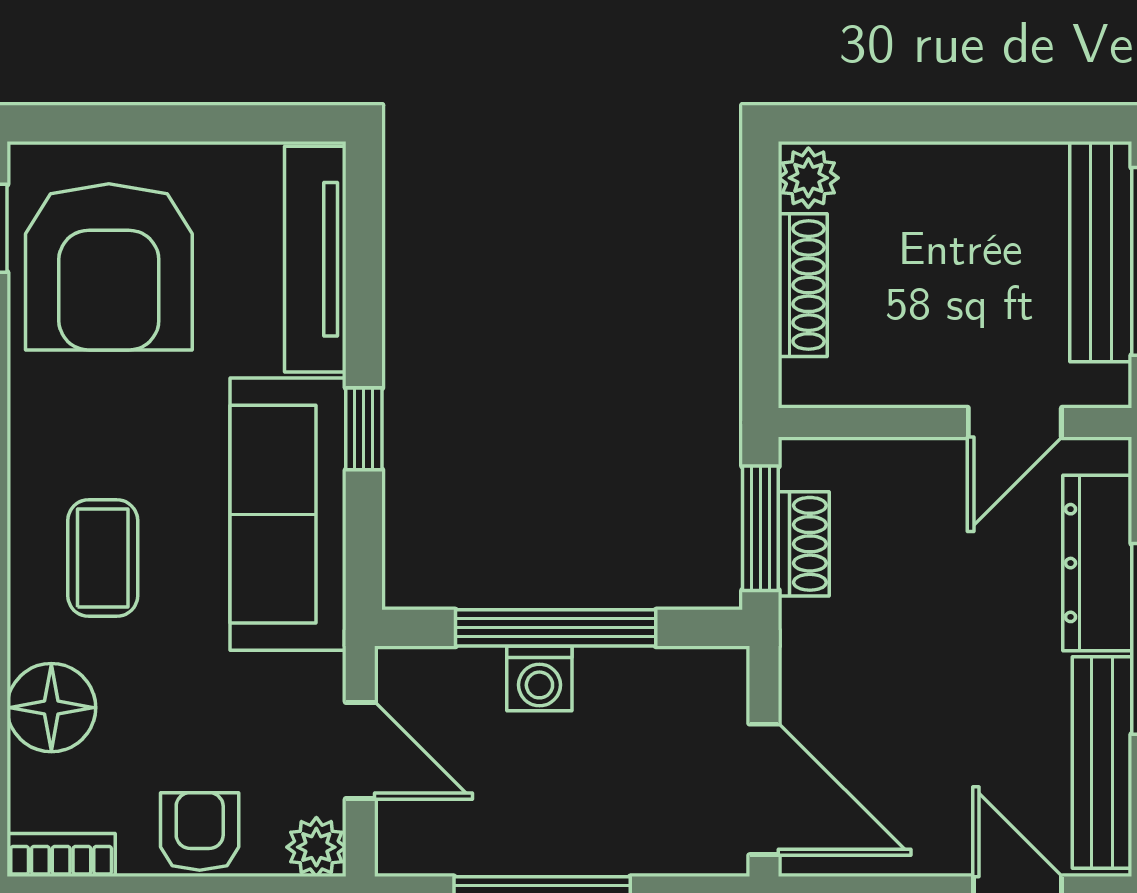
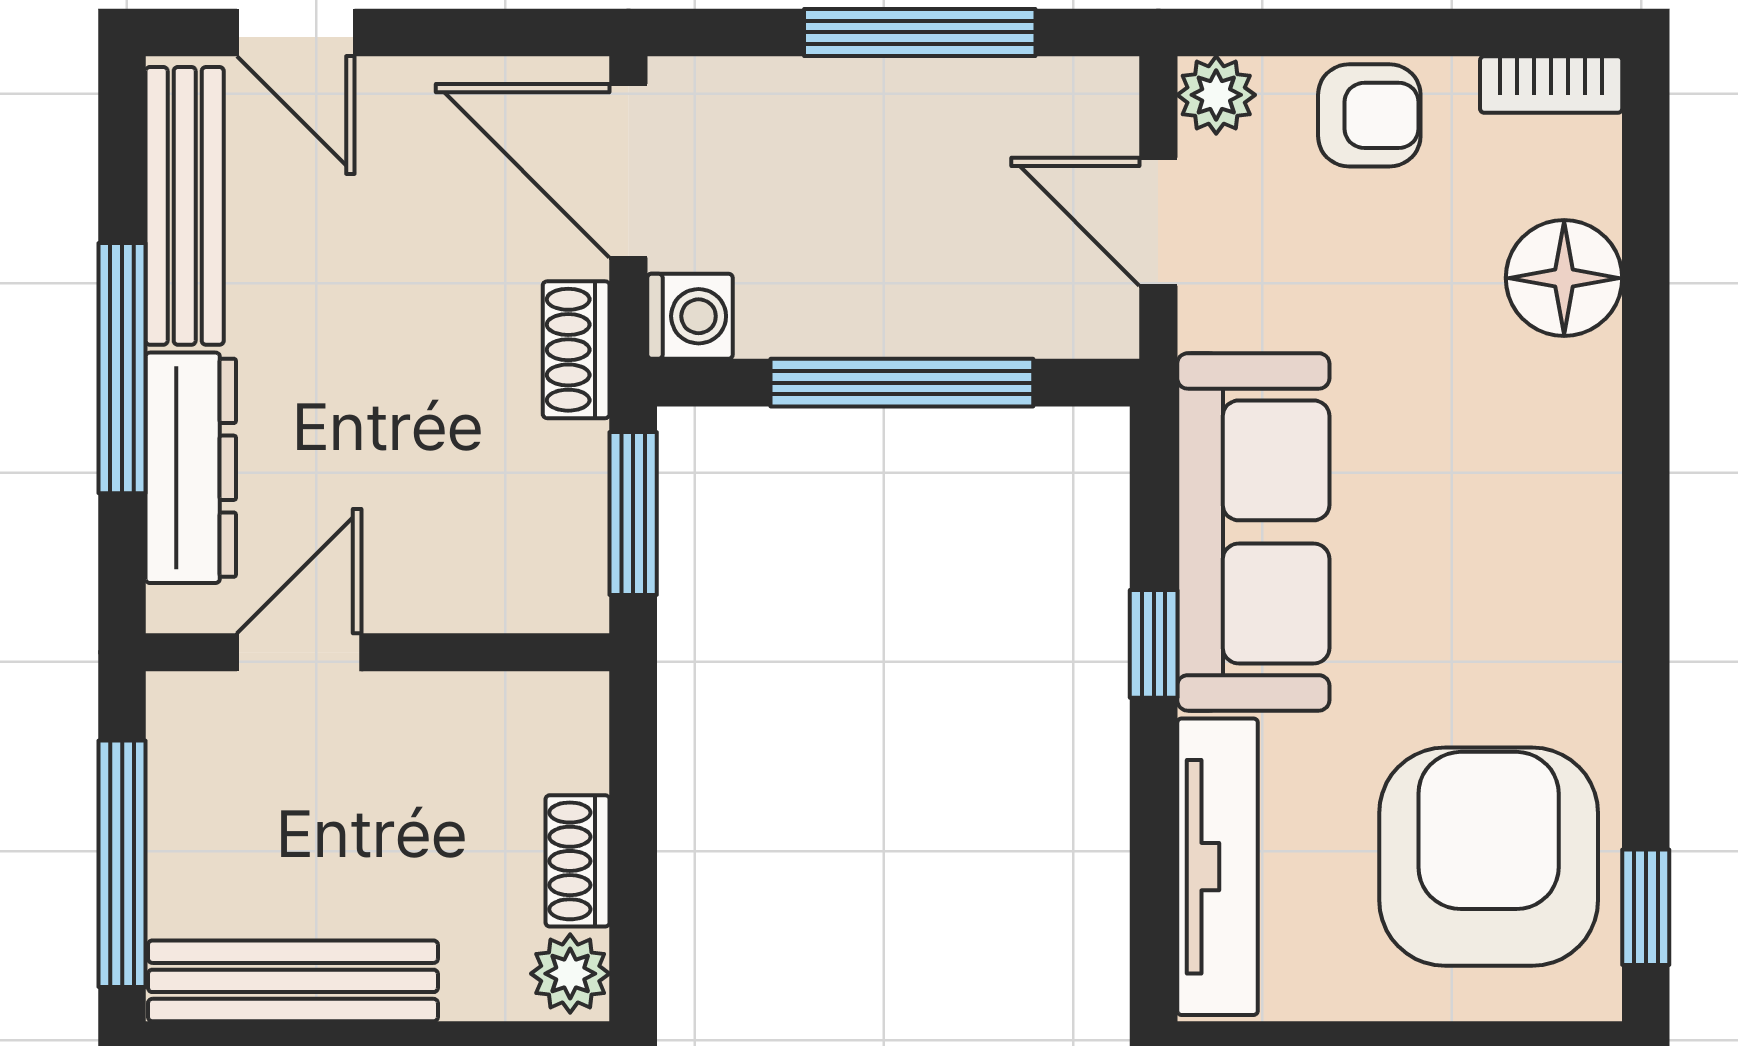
bench: (1101, 252) -> (293, 981), moved, turned 90
shoe rack: (803, 285) -> (578, 861), width x0.70
shoe rack: (804, 544) -> (576, 350), moved
coffee table: (103, 558) -> (1497, 474), removed
washing machine: (539, 678) -> (690, 316), moved, turned 90
armchair: (200, 831) -> (1369, 115), turned -90

